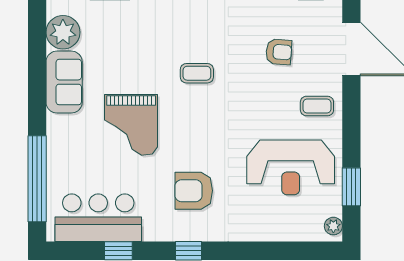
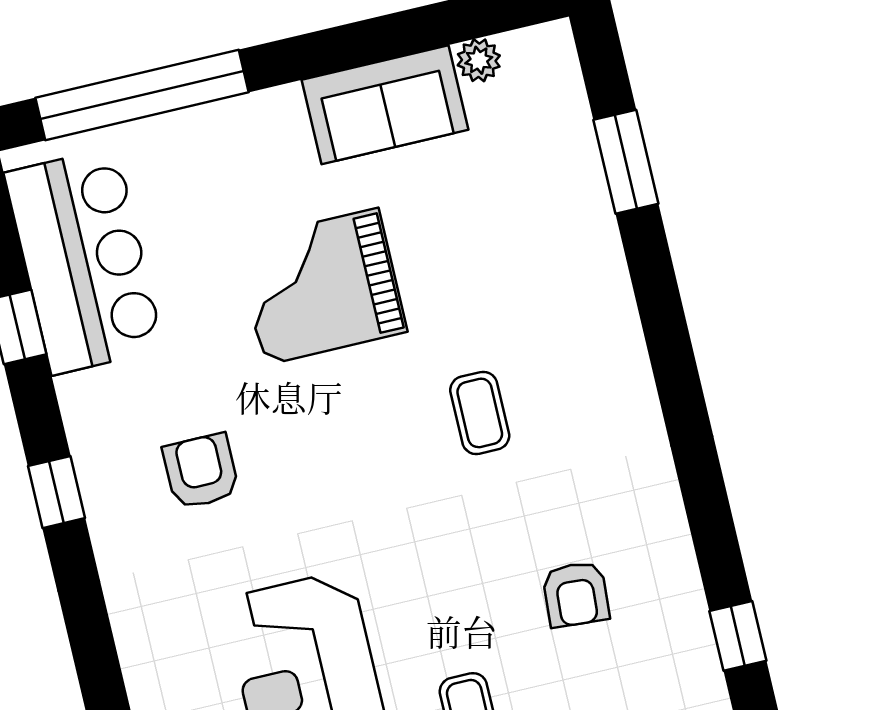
plant: (63, 32) -> (479, 60), width x0.53, depth x0.53
armchair: (194, 191) -> (201, 471), width x0.72, depth x0.72

